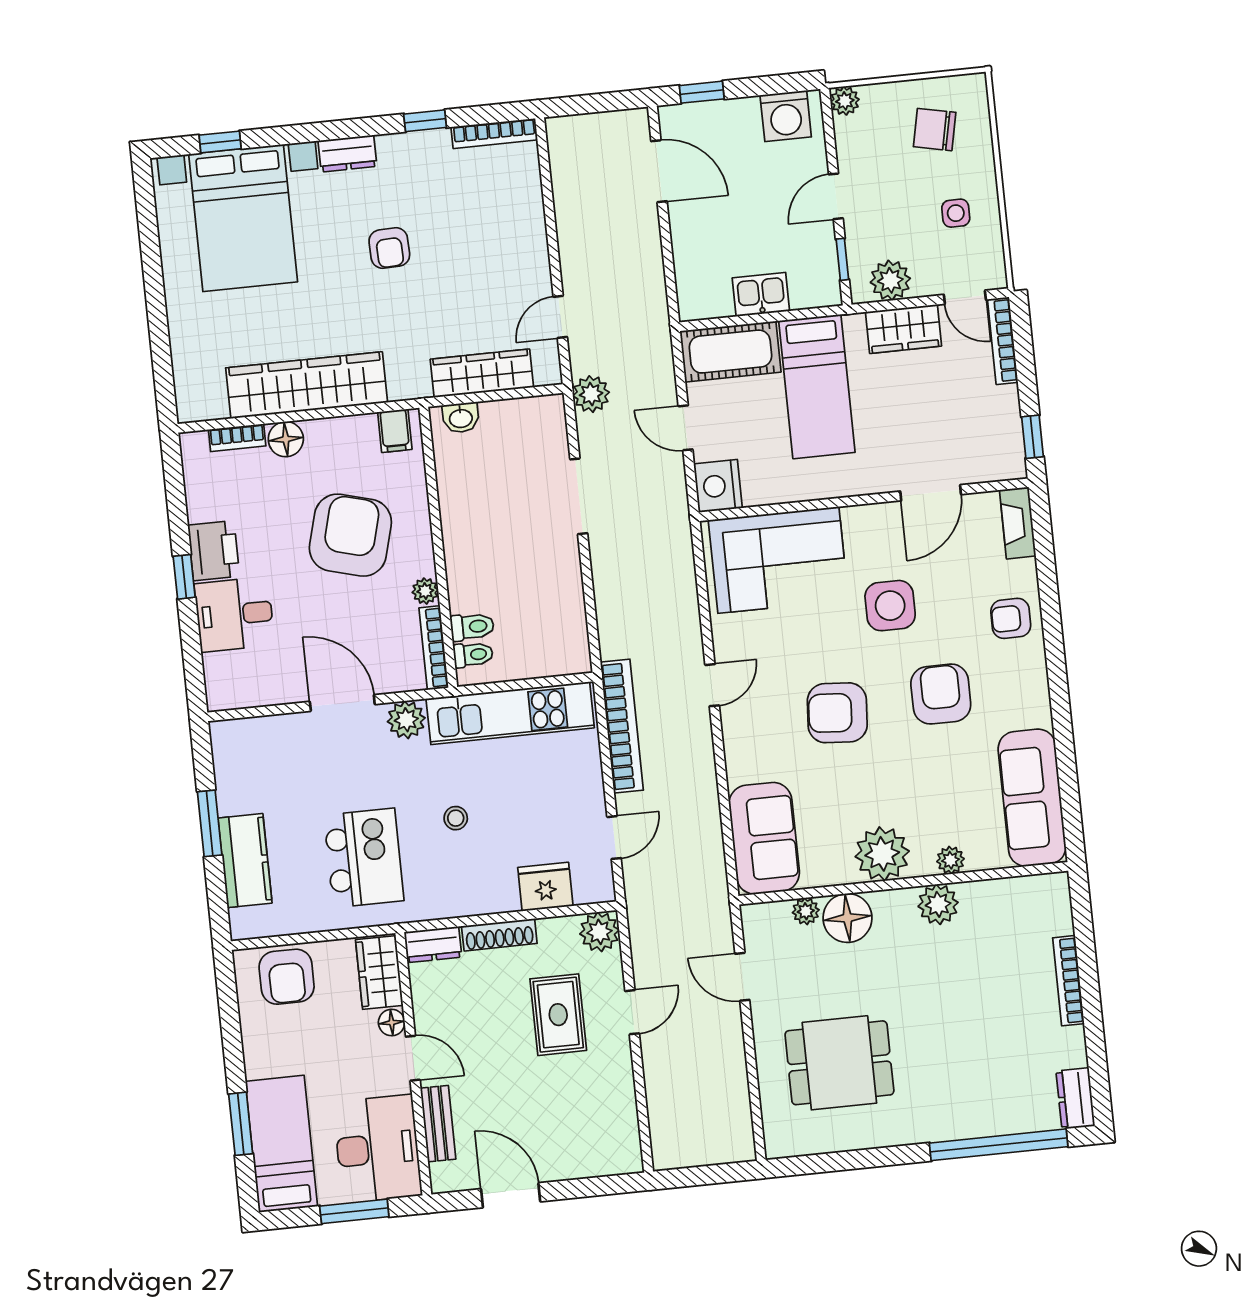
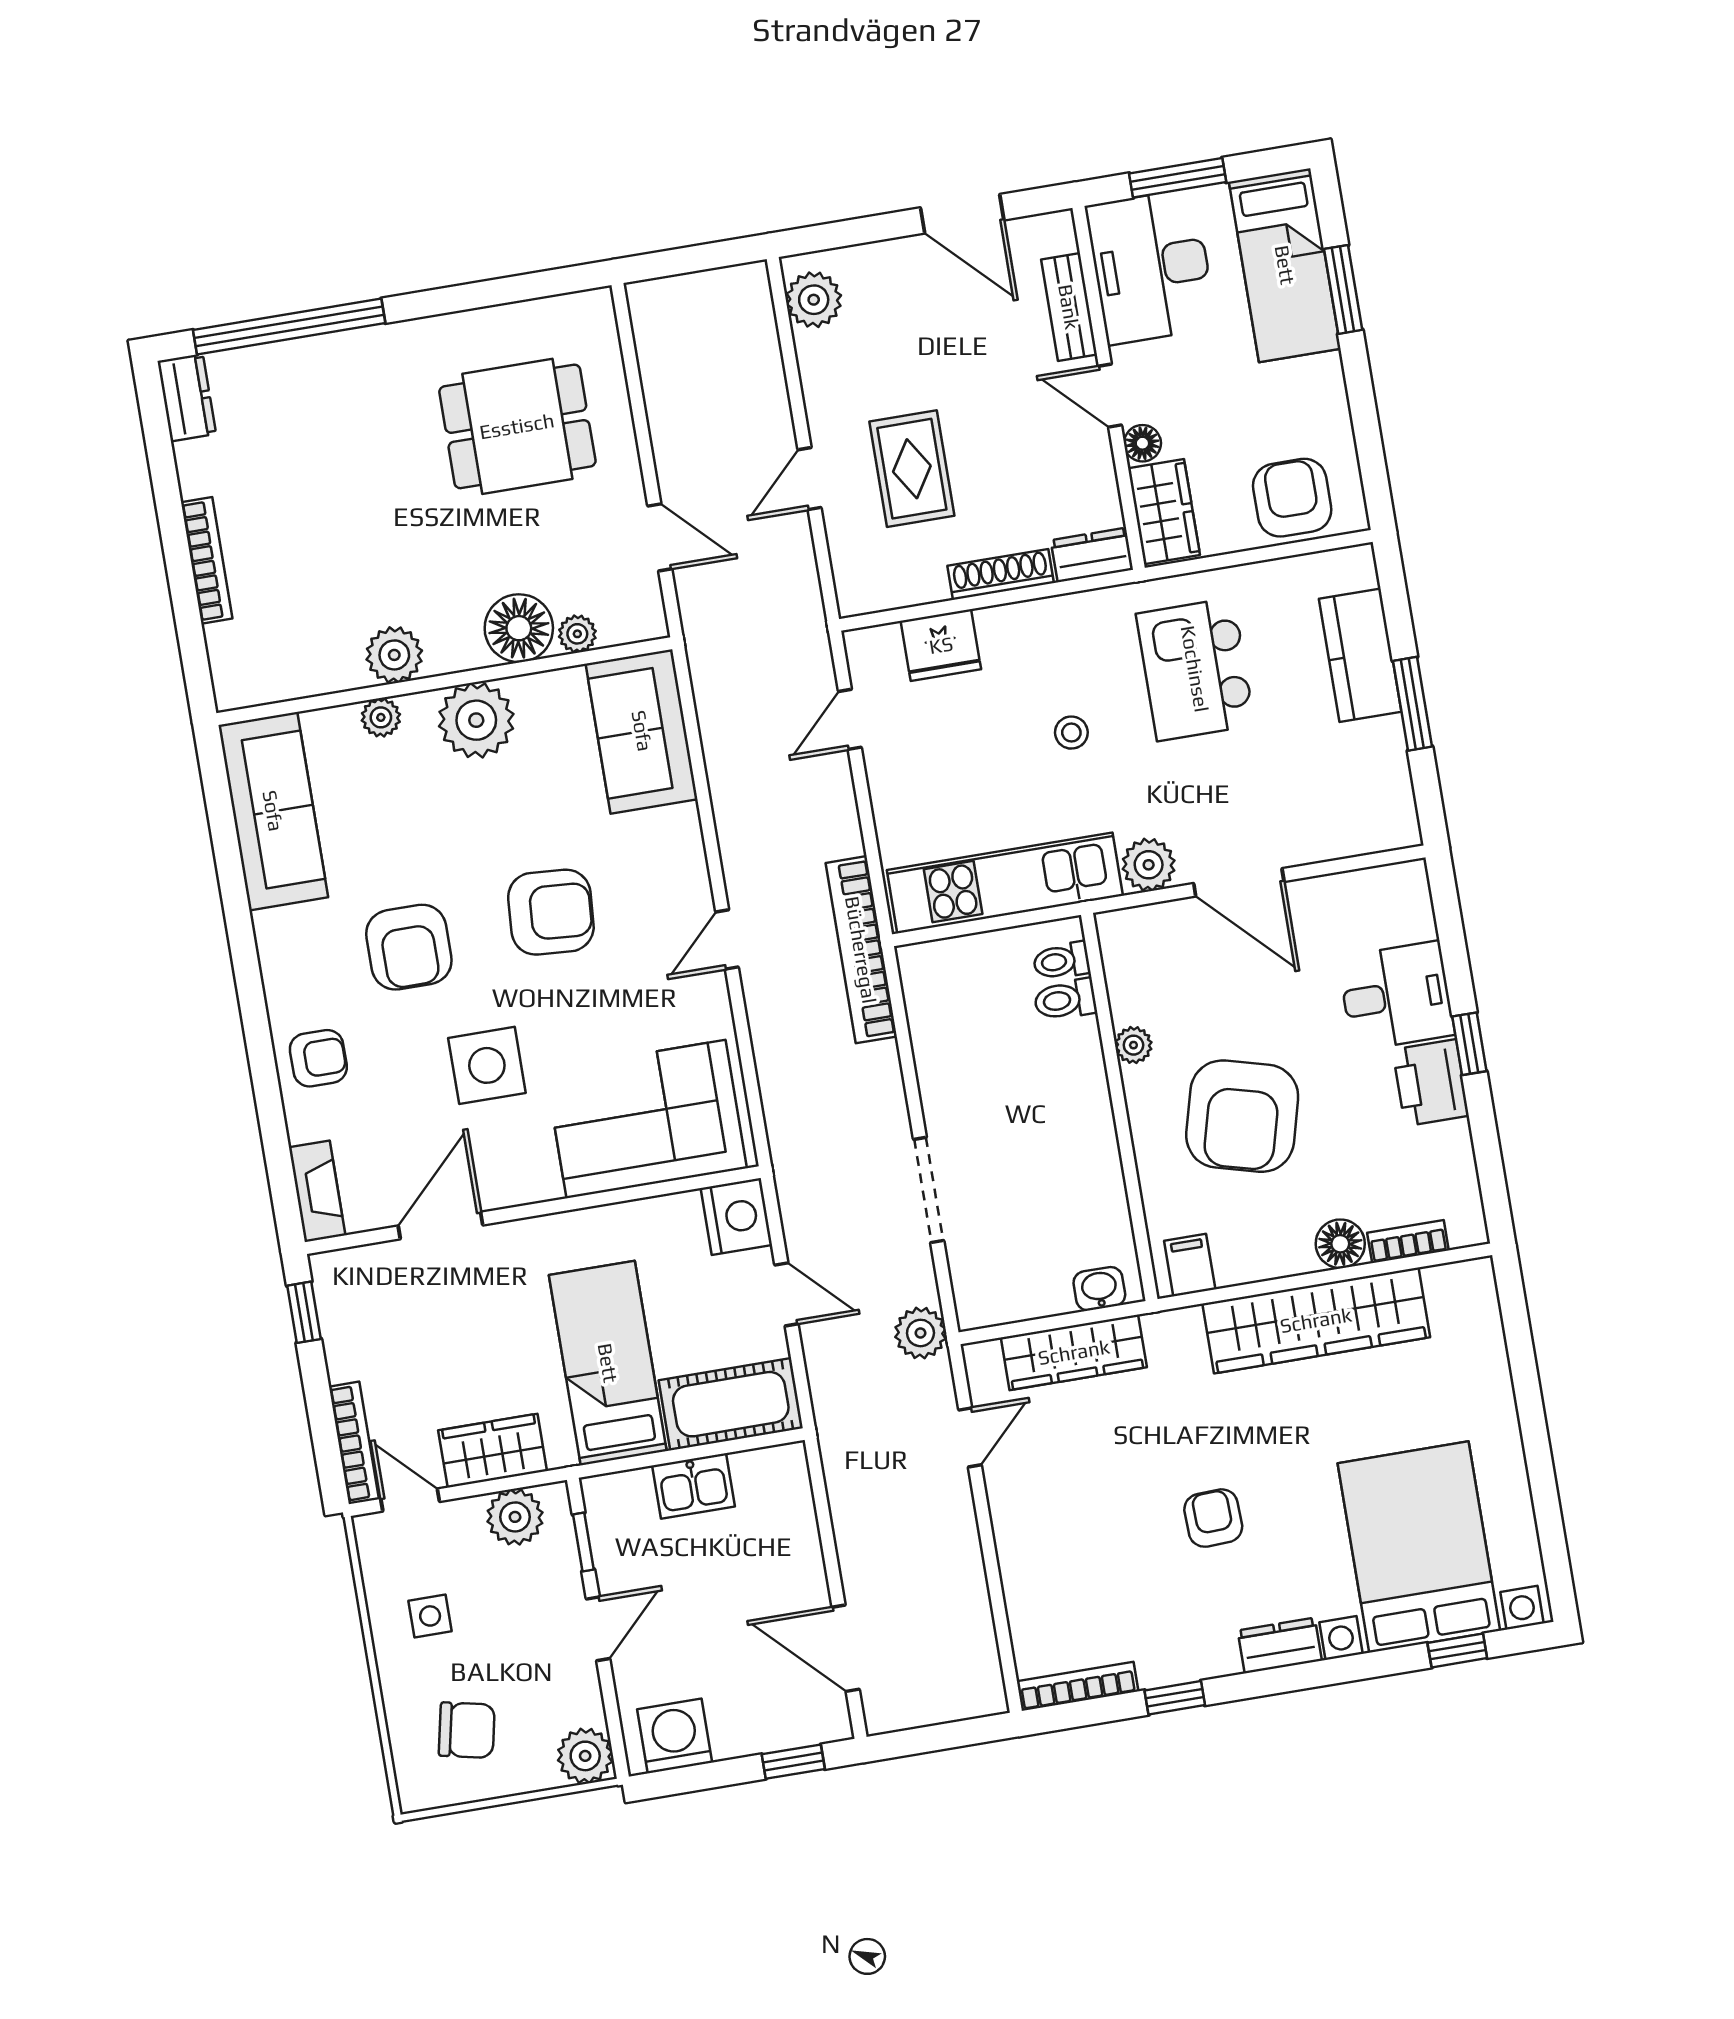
plant: (845, 101) -> (585, 1756), width x1.38, depth x1.38
bookcase: (434, 648) -> (1117, 967), removed
bookcase: (622, 726) -> (861, 950), moved
plant: (600, 932) -> (814, 300), moved

